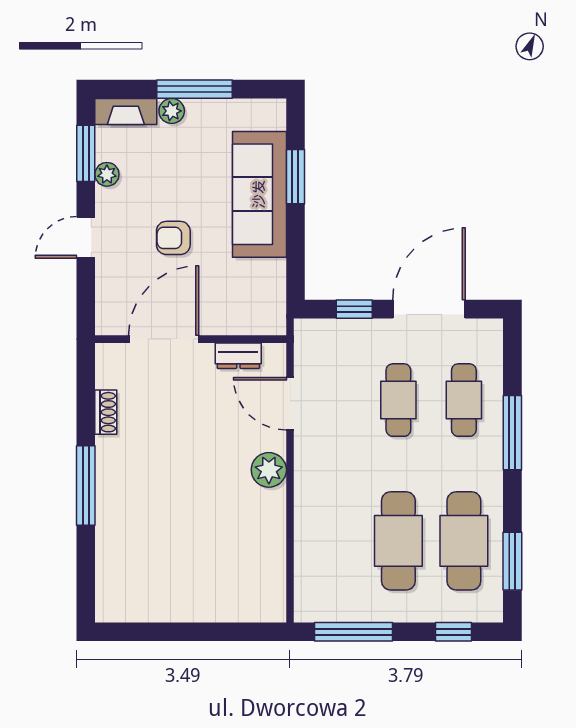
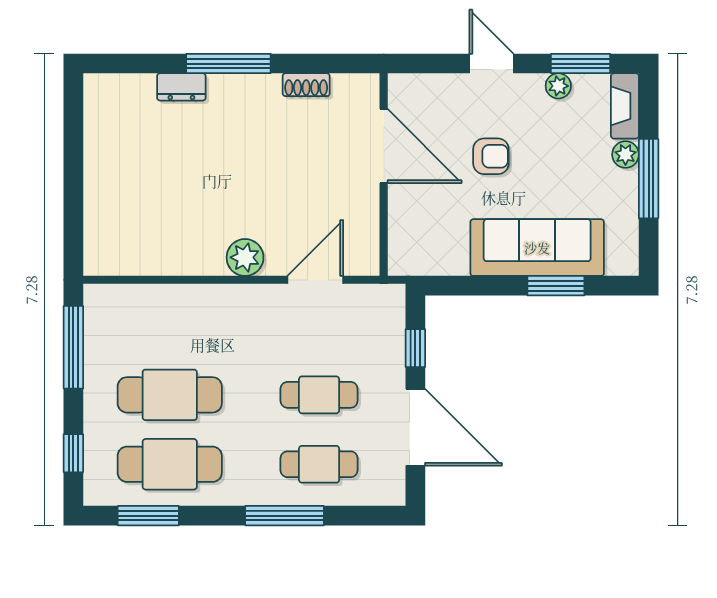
armchair: (173, 238) -> (491, 156), turned 90
dresser: (238, 356) -> (181, 87), moved, turned -90

